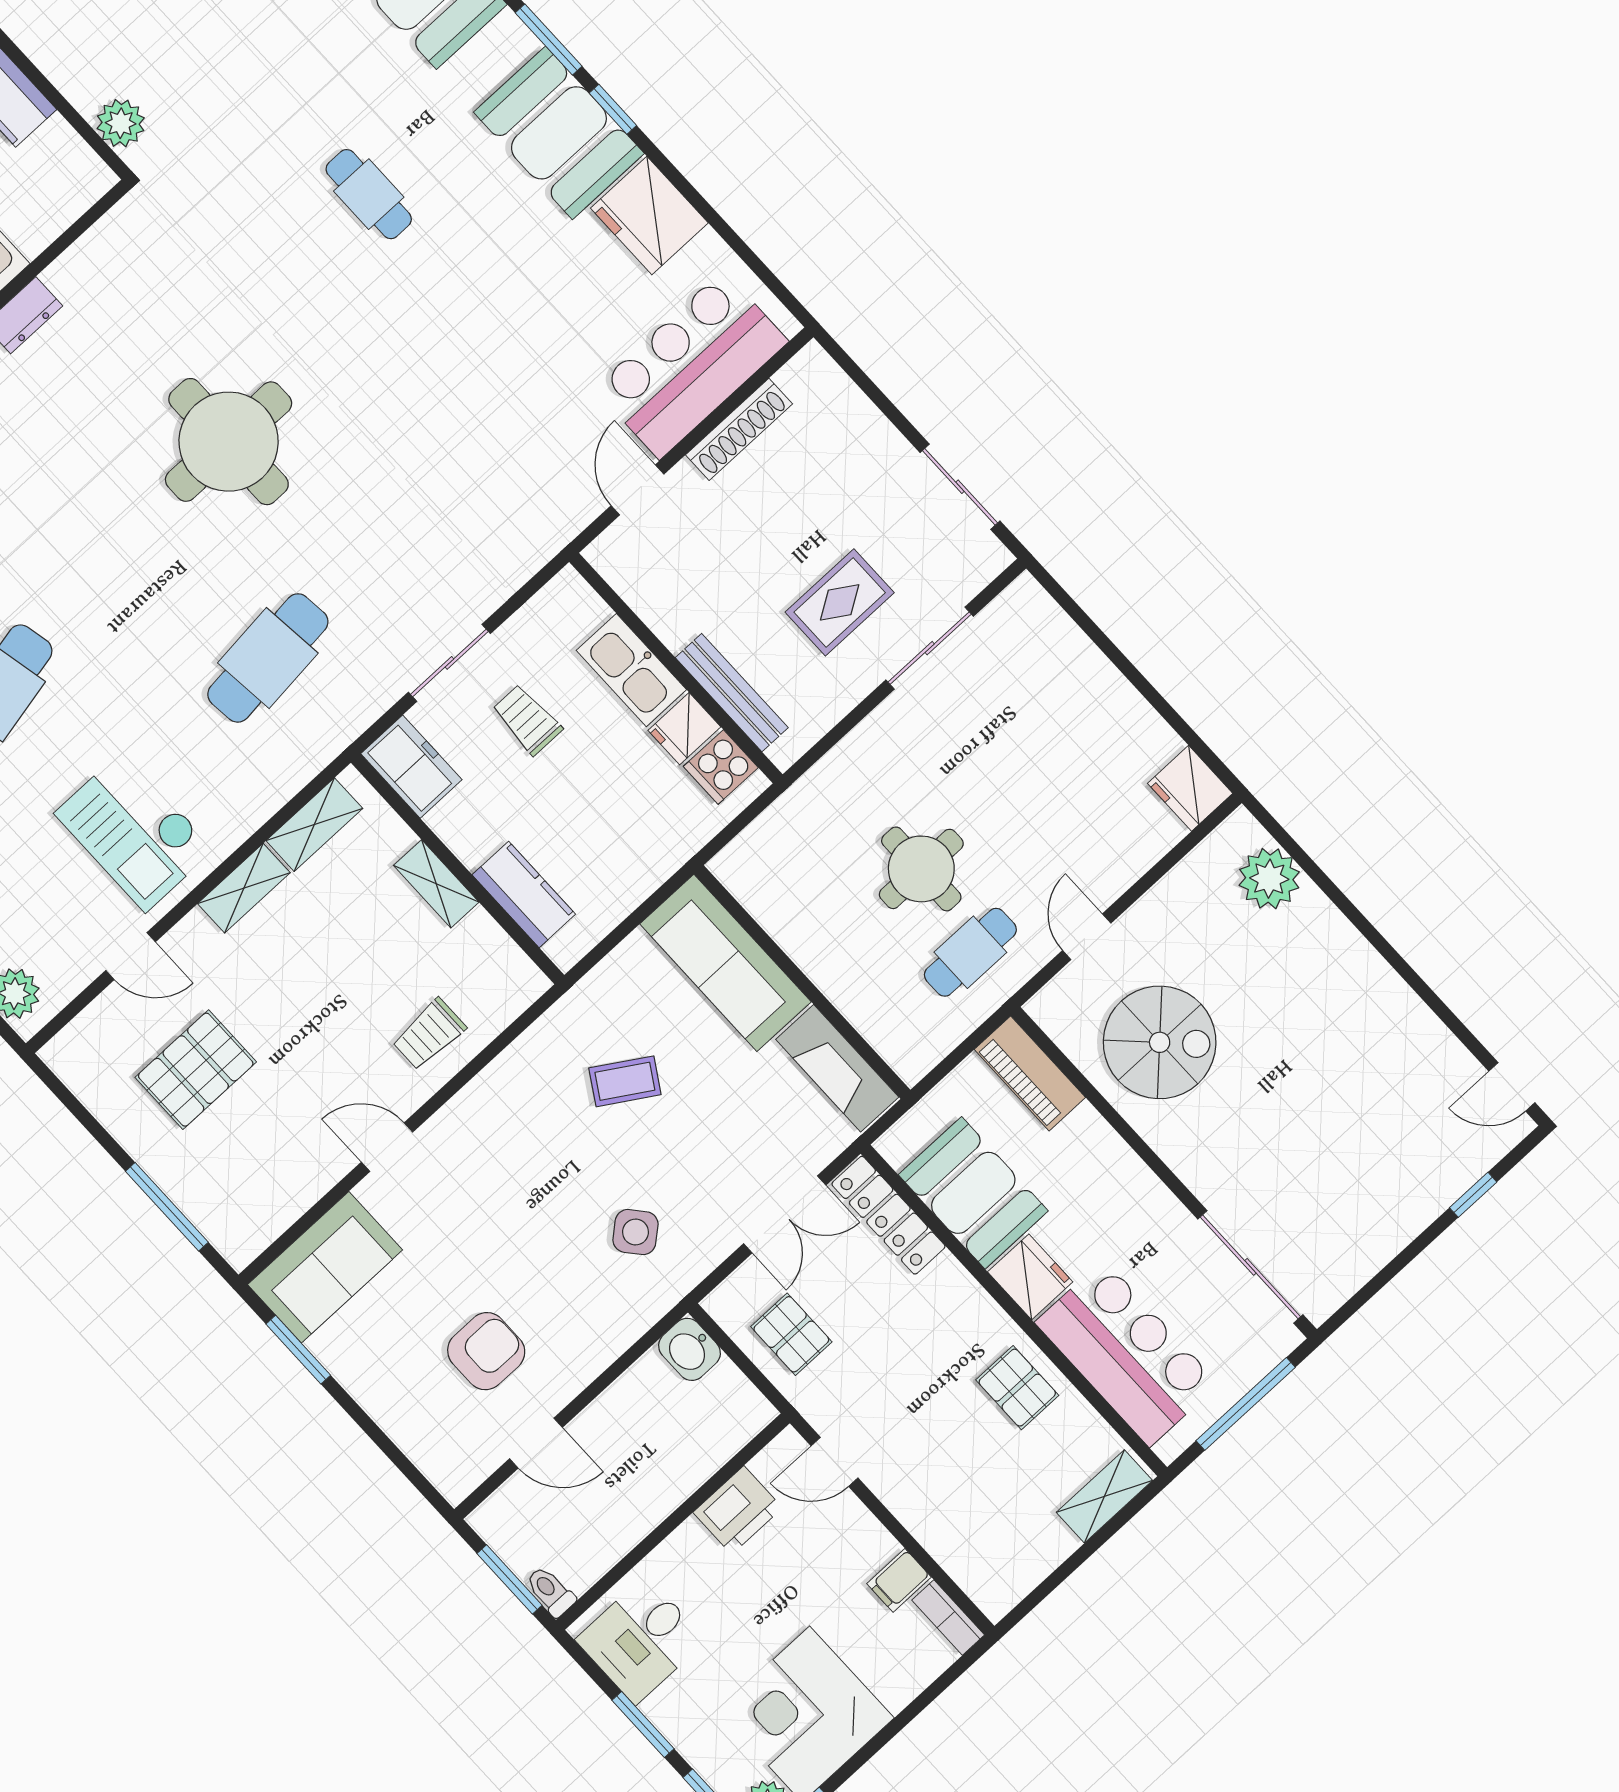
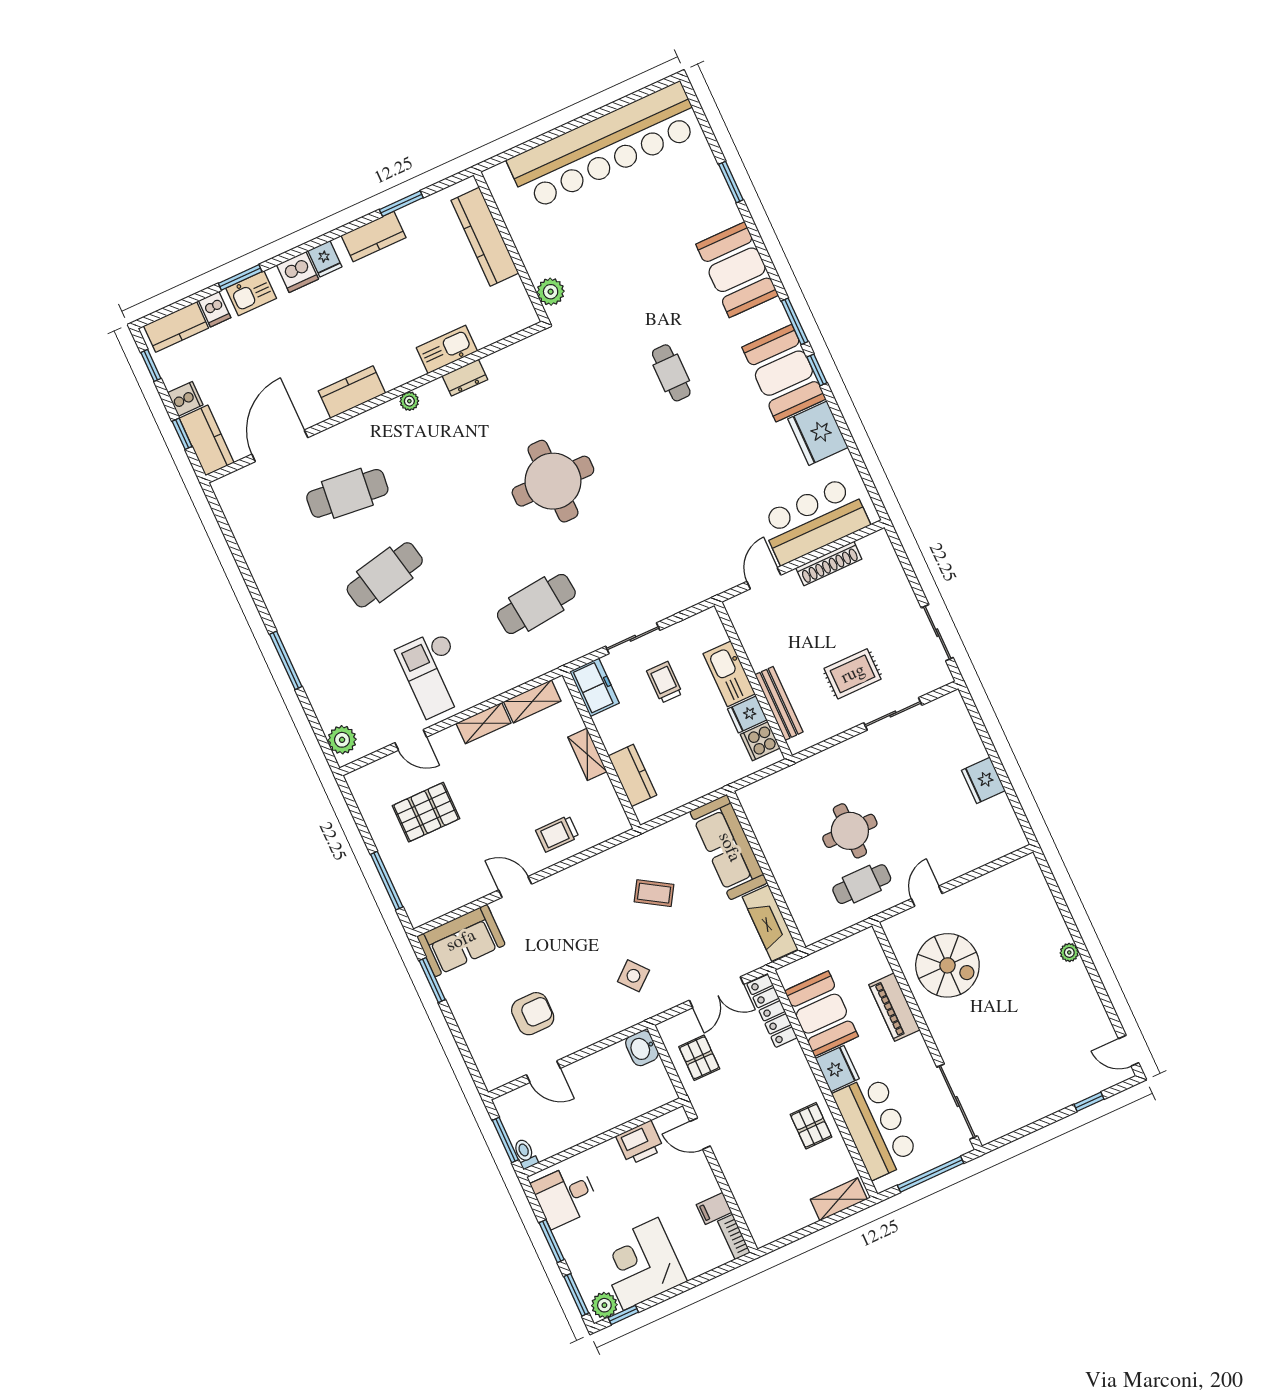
fridge: (1190, 788) -> (983, 780), moved
plant: (1269, 879) -> (1069, 952), moved, width x0.53, depth x0.53
piano: (1030, 1073) -> (894, 1007), moved

